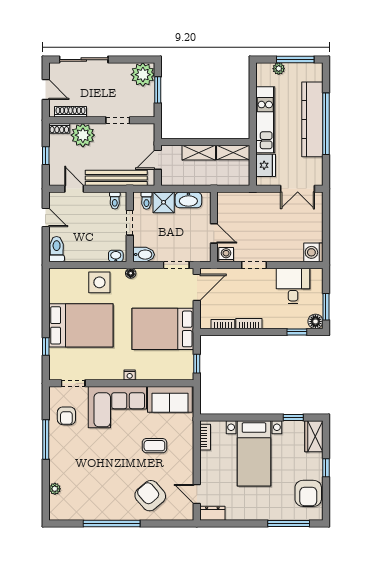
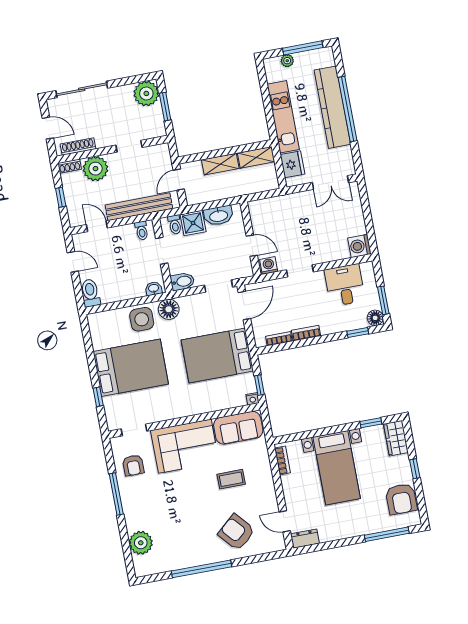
floor lamp: (131, 273) -> (169, 309), width x1.89, depth x1.89
nightstand: (130, 375) -> (253, 399), moved
plant: (55, 489) -> (141, 543), width x1.87, depth x1.87

